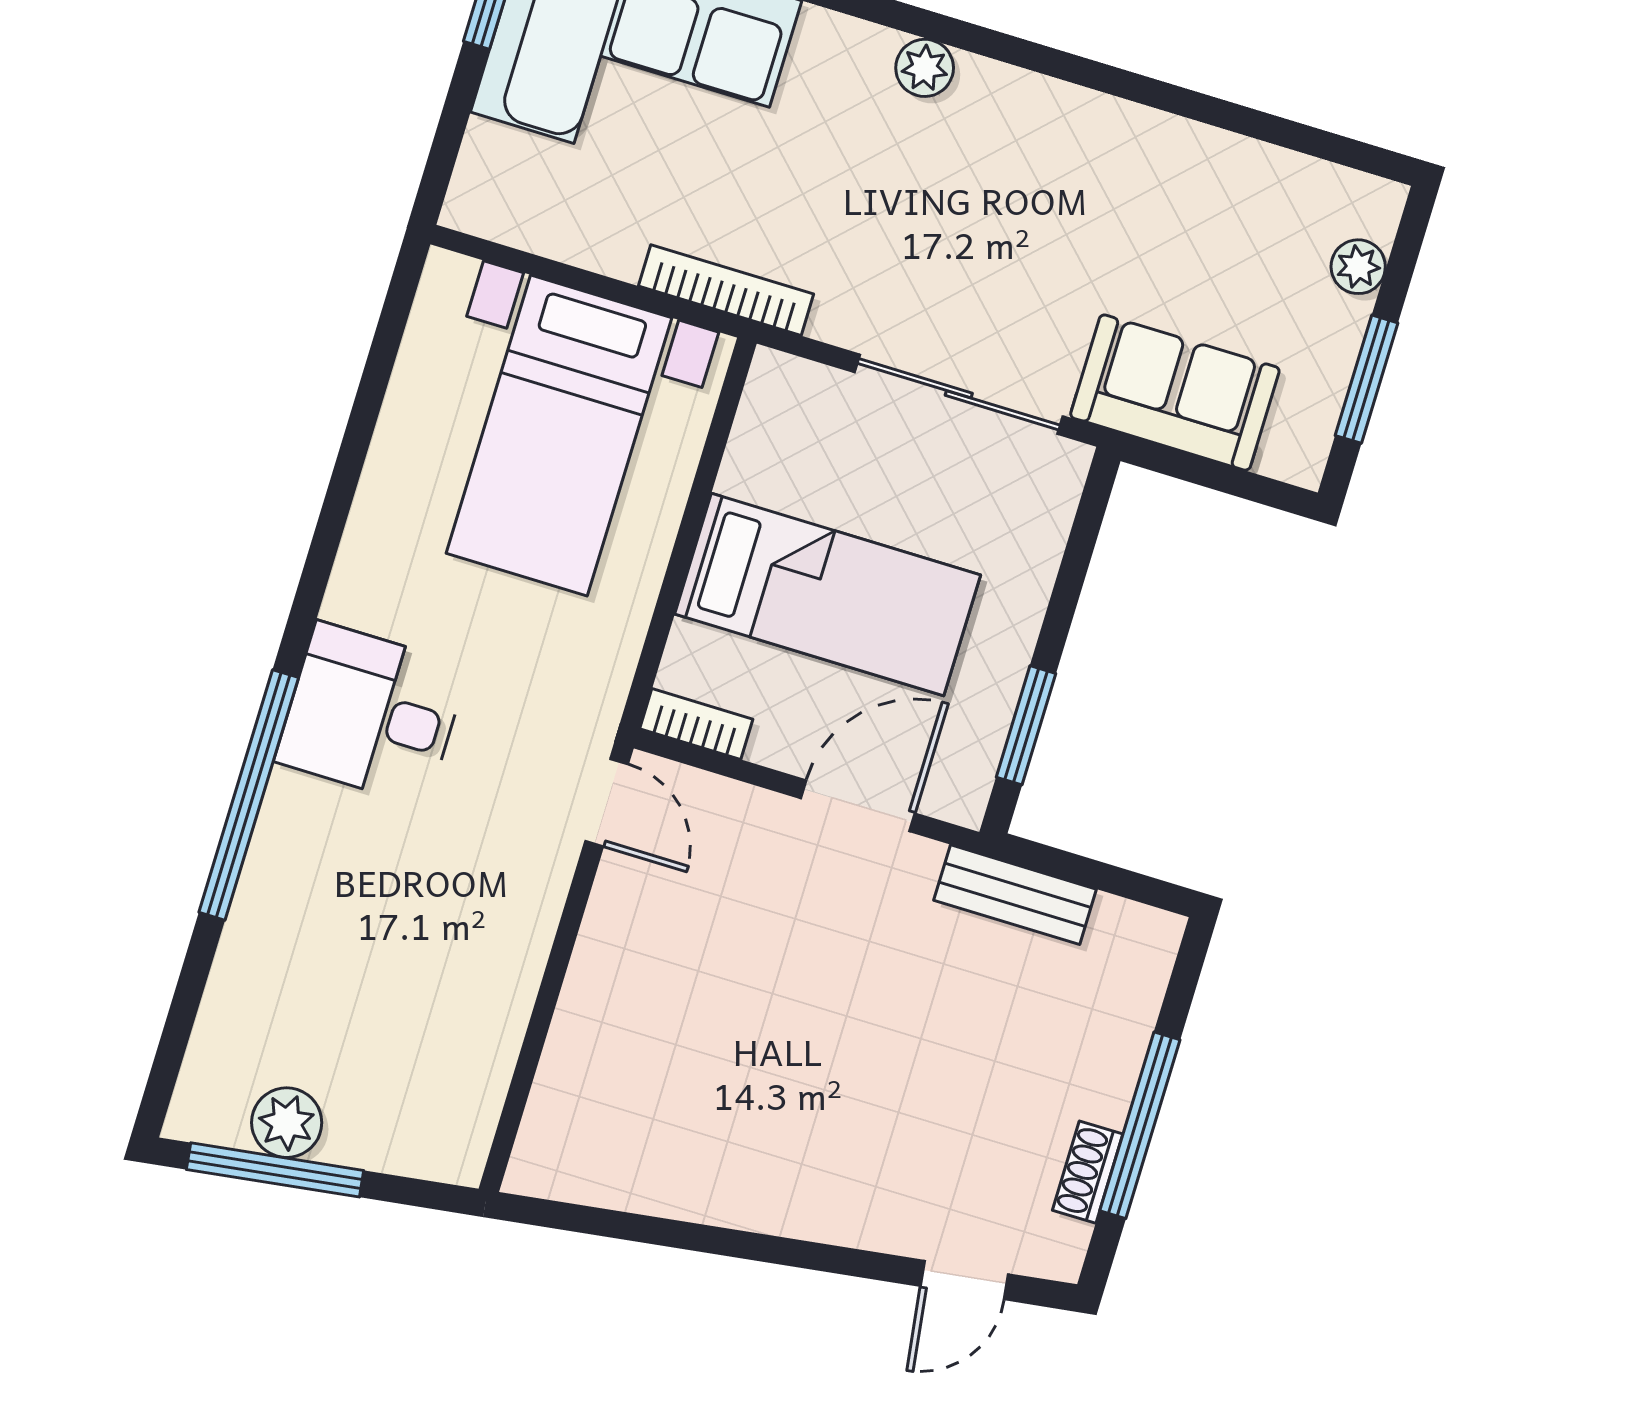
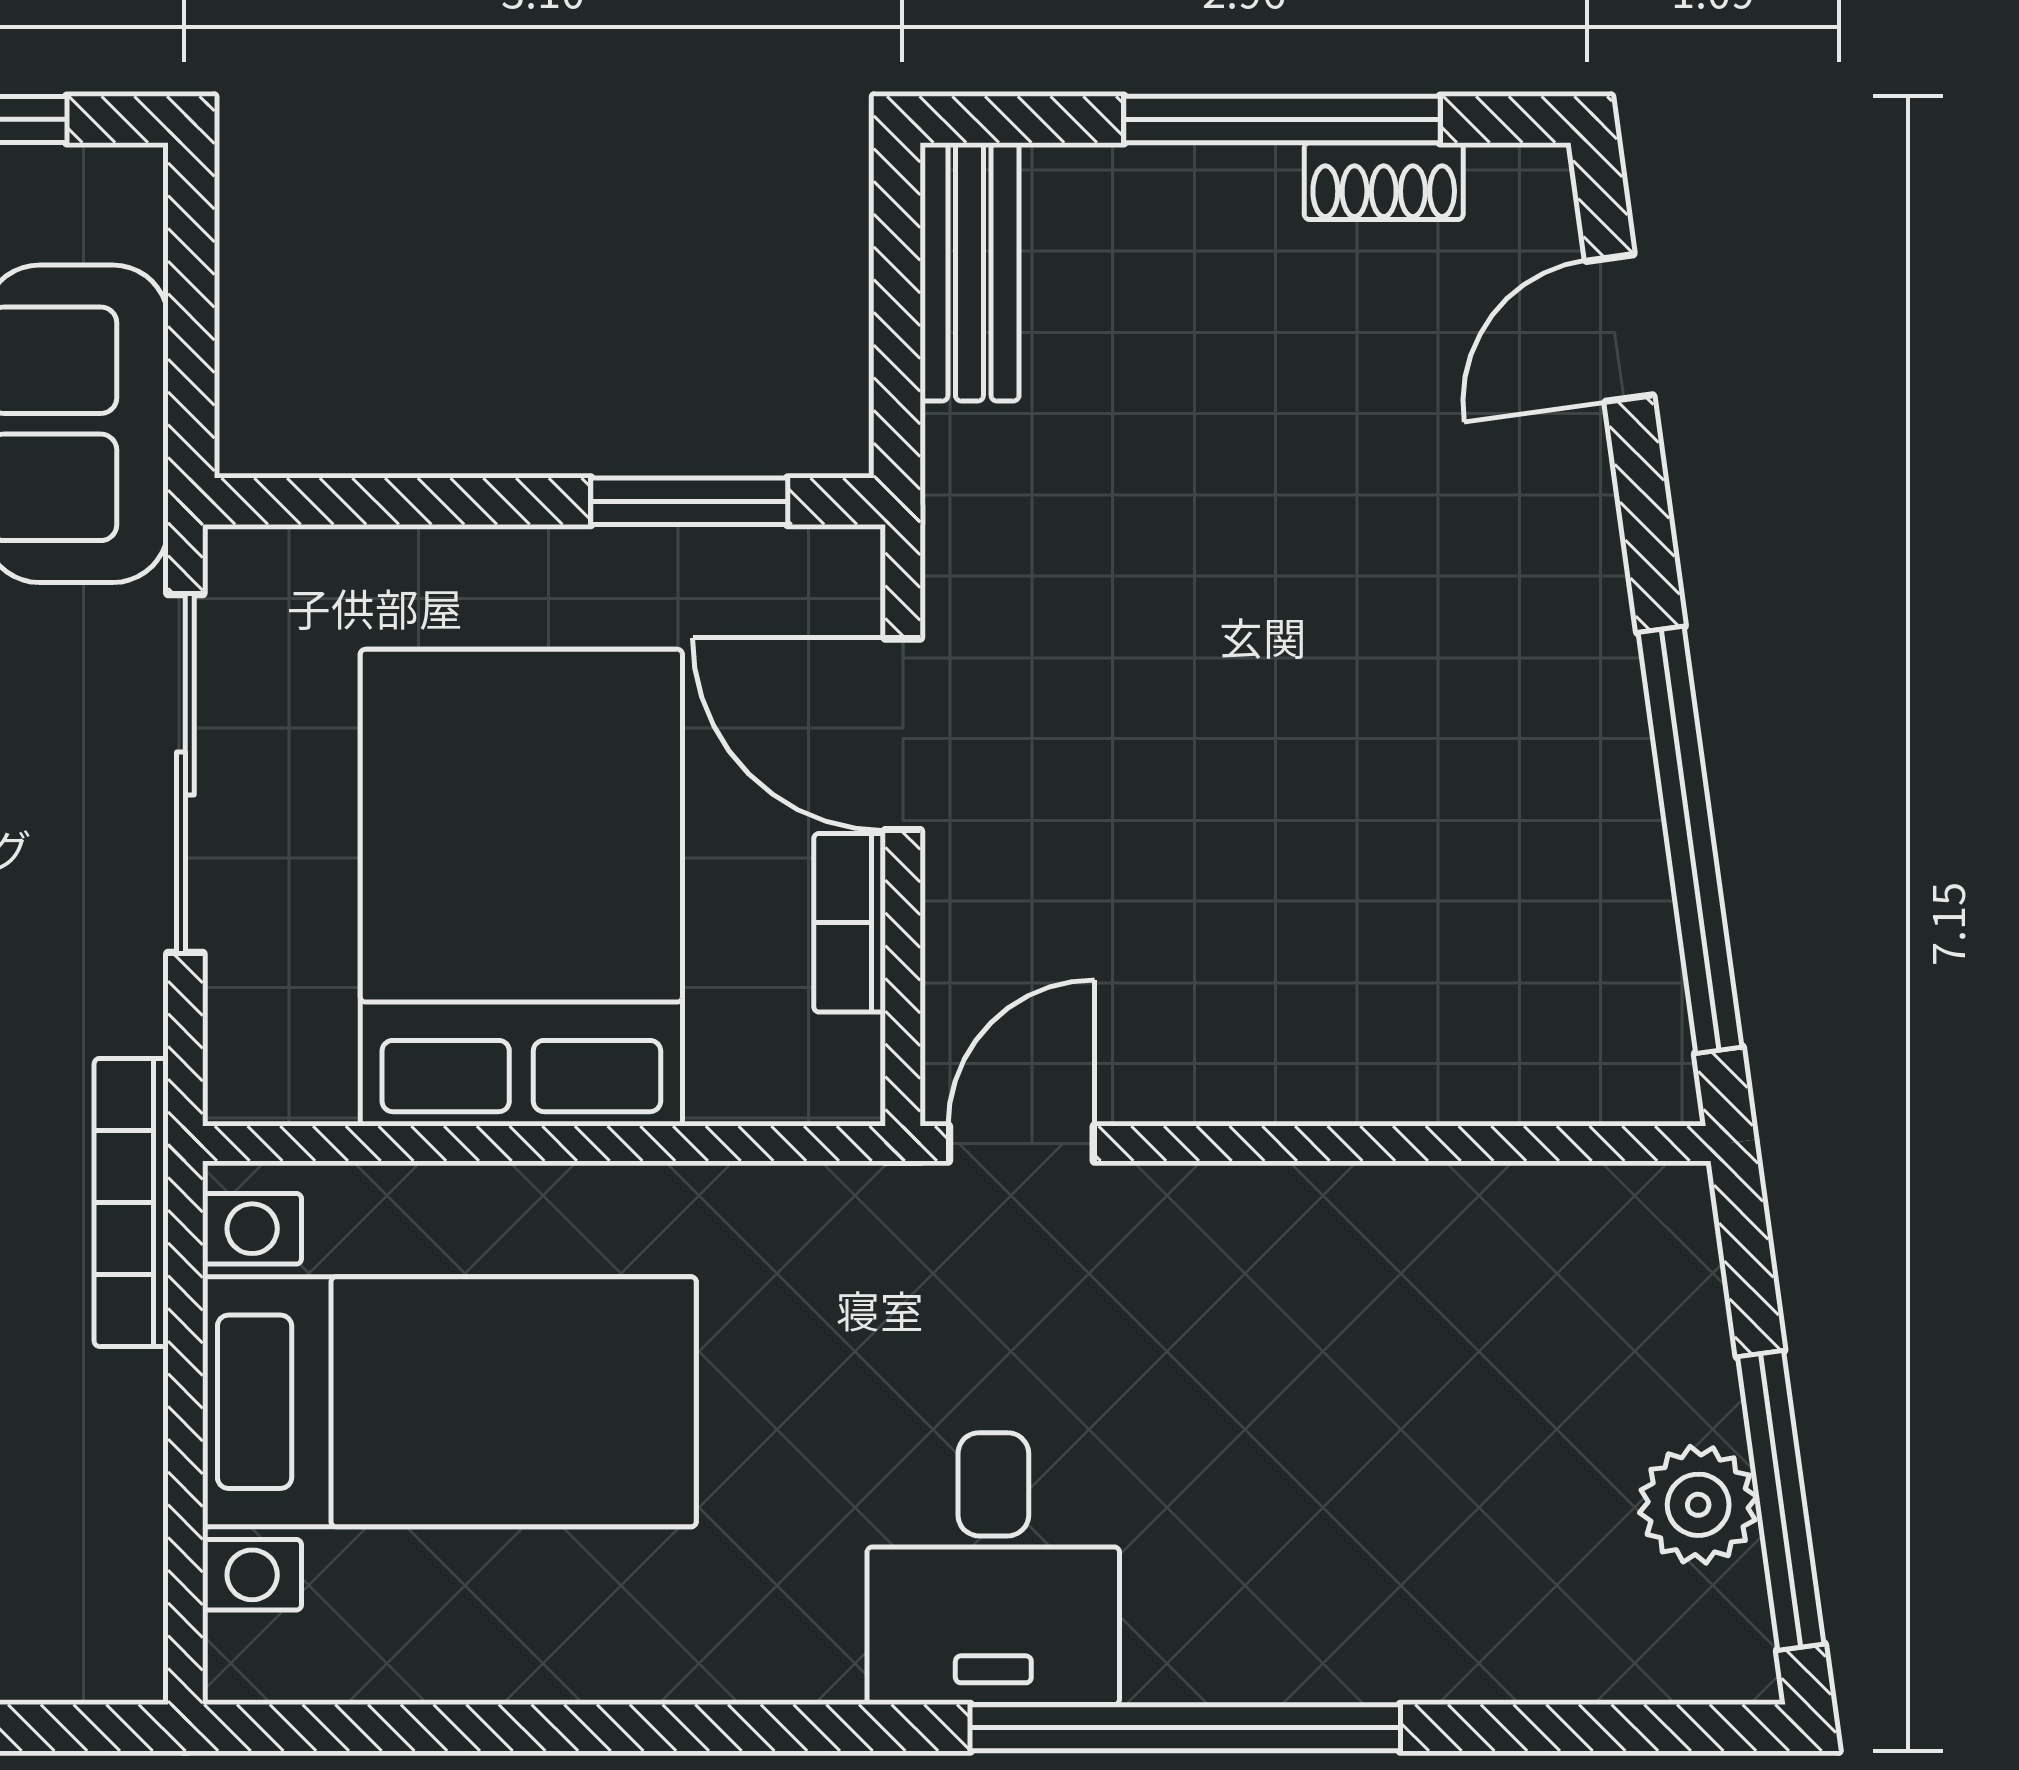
bed: (828, 595) -> (521, 888), width x1.50
bookcase: (696, 724) -> (850, 923), moved
bench: (1015, 895) -> (969, 272), moved
window: (663, 1232) -> (1690, 840), added
door: (964, 1280) -> (1620, 328), swing flipped

